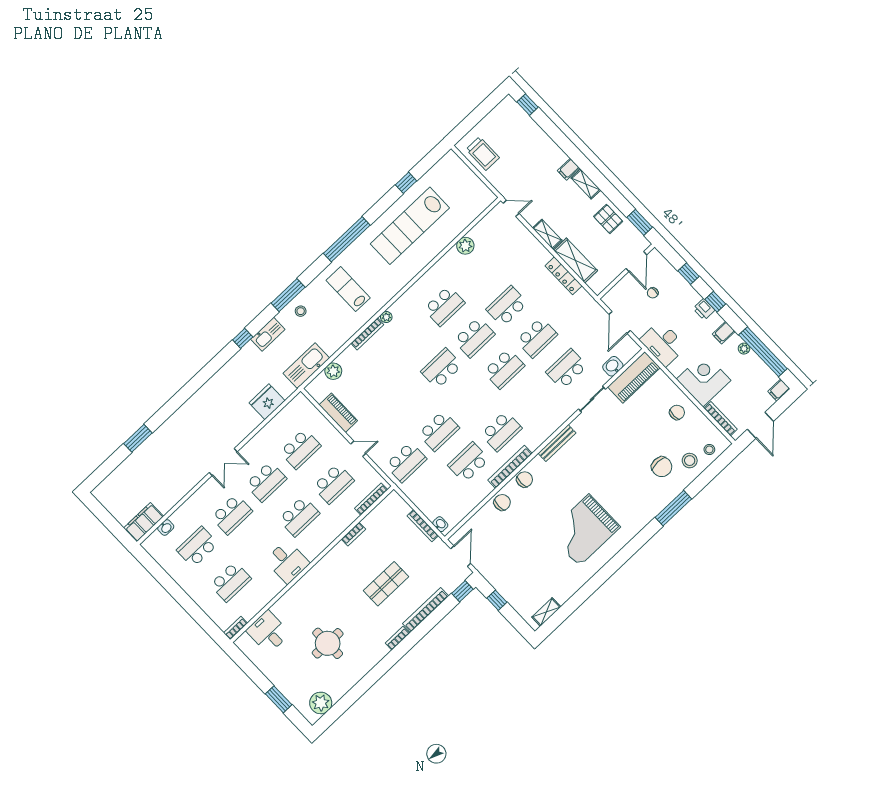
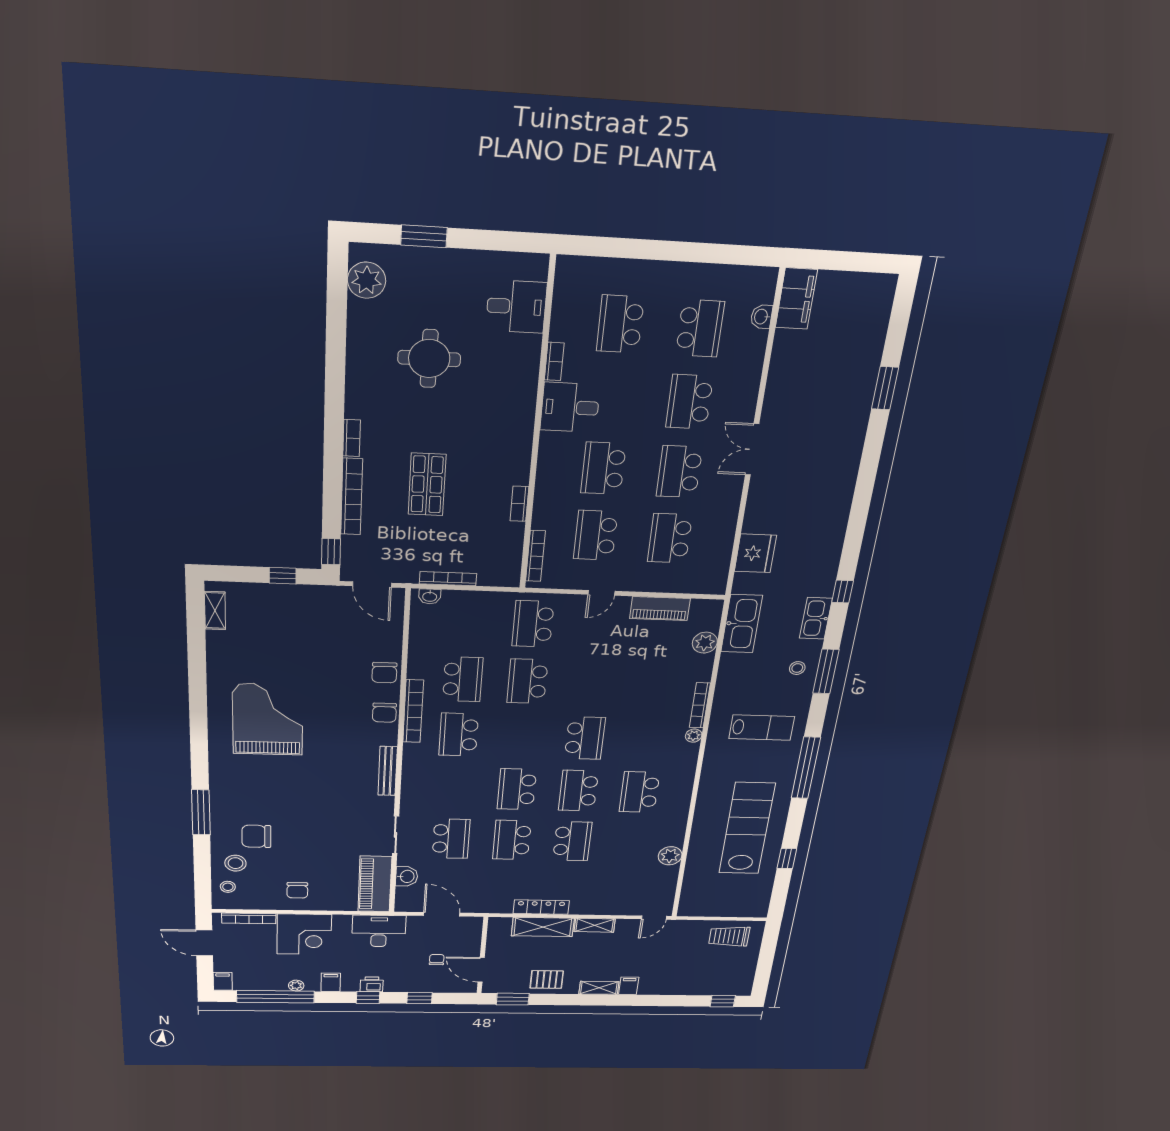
bookcase: (236, 628) -> (554, 361), moved

